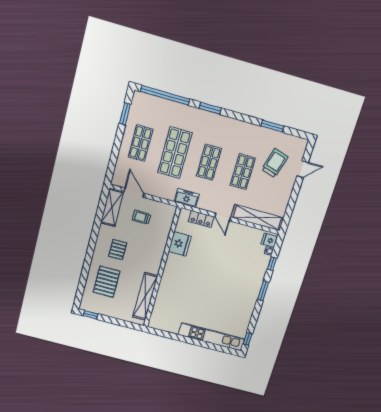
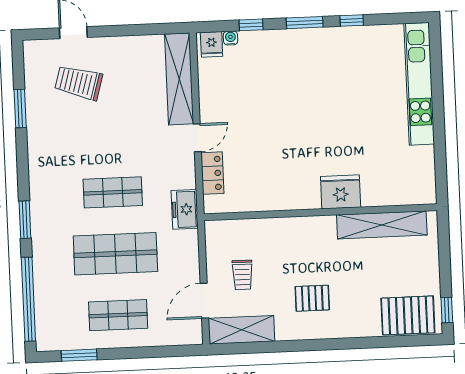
shop shelf: (243, 172) -> (110, 131), removed
fridge: (180, 244) -> (341, 192), moved
pallet: (107, 282) -> (408, 315), moved
window: (248, 339) -> (352, 21), moved

